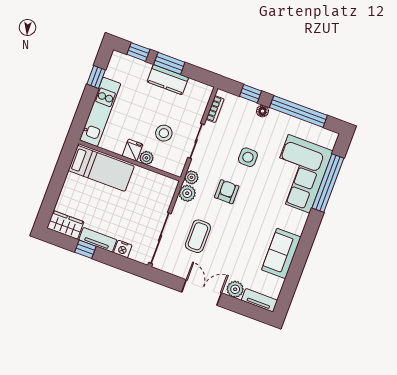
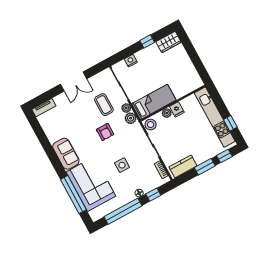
kitchen counter: (168, 80) -> (183, 166), moved
kitchen unit: (100, 112) -> (215, 117), width x1.36
stool: (164, 133) -> (151, 125), moved
bed: (101, 168) -> (154, 102), moved, turned 180
plant: (191, 177) -> (126, 108), moved
armchair: (227, 192) -> (105, 132), moved
tv unit: (98, 240) -> (147, 52), removed
sofa: (281, 253) -> (66, 154), moved
plant: (235, 289) -> (60, 100), removed

